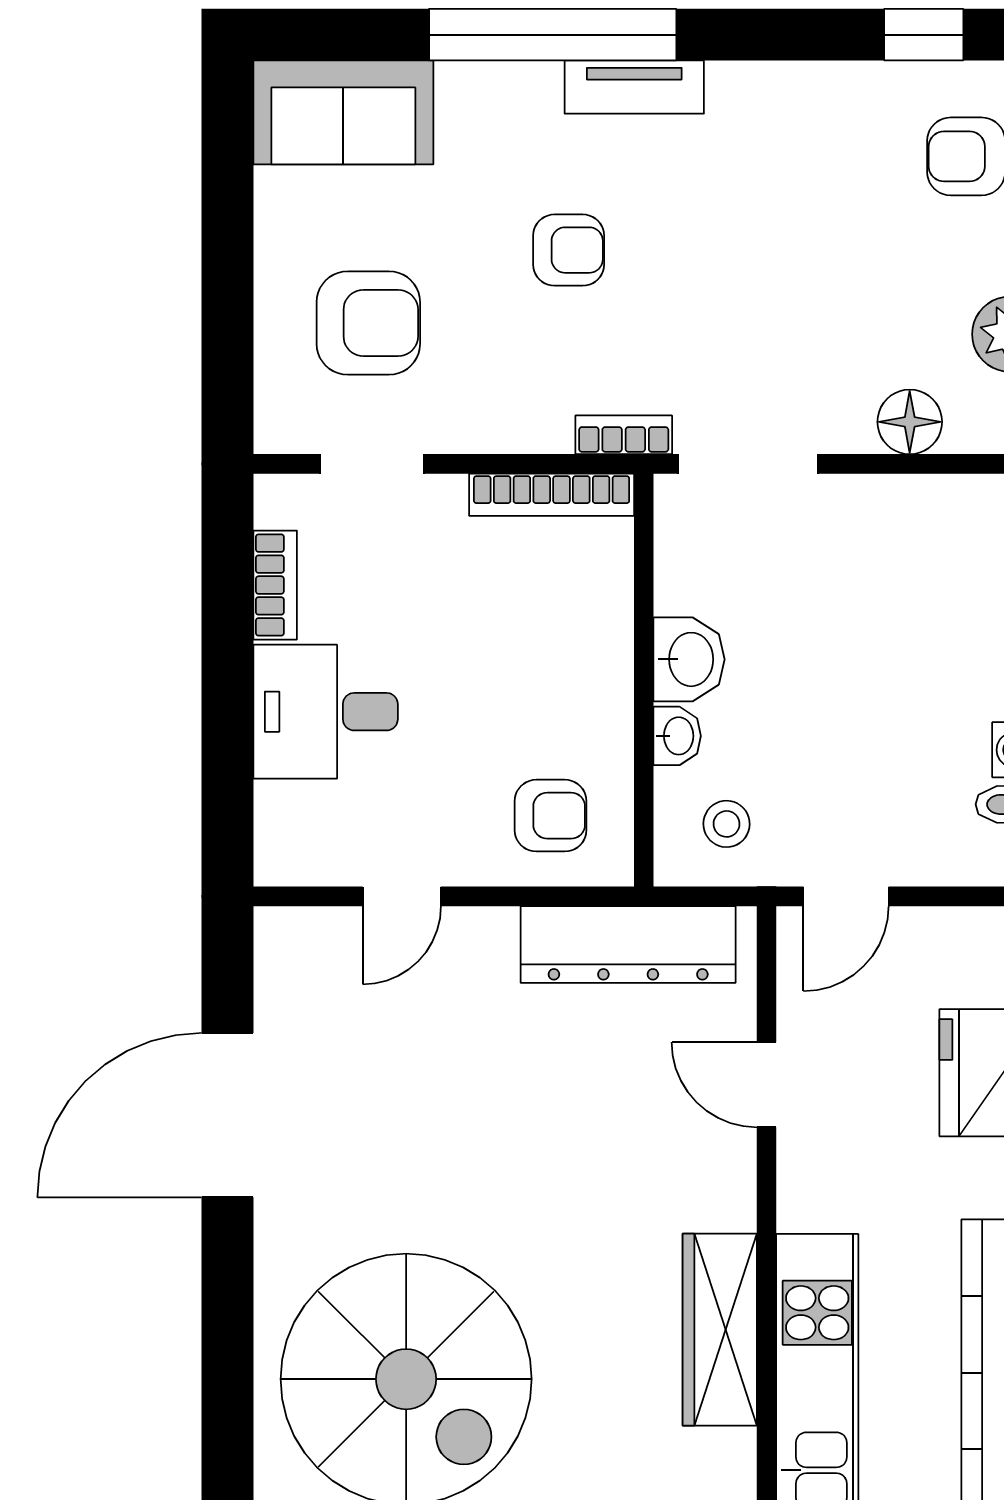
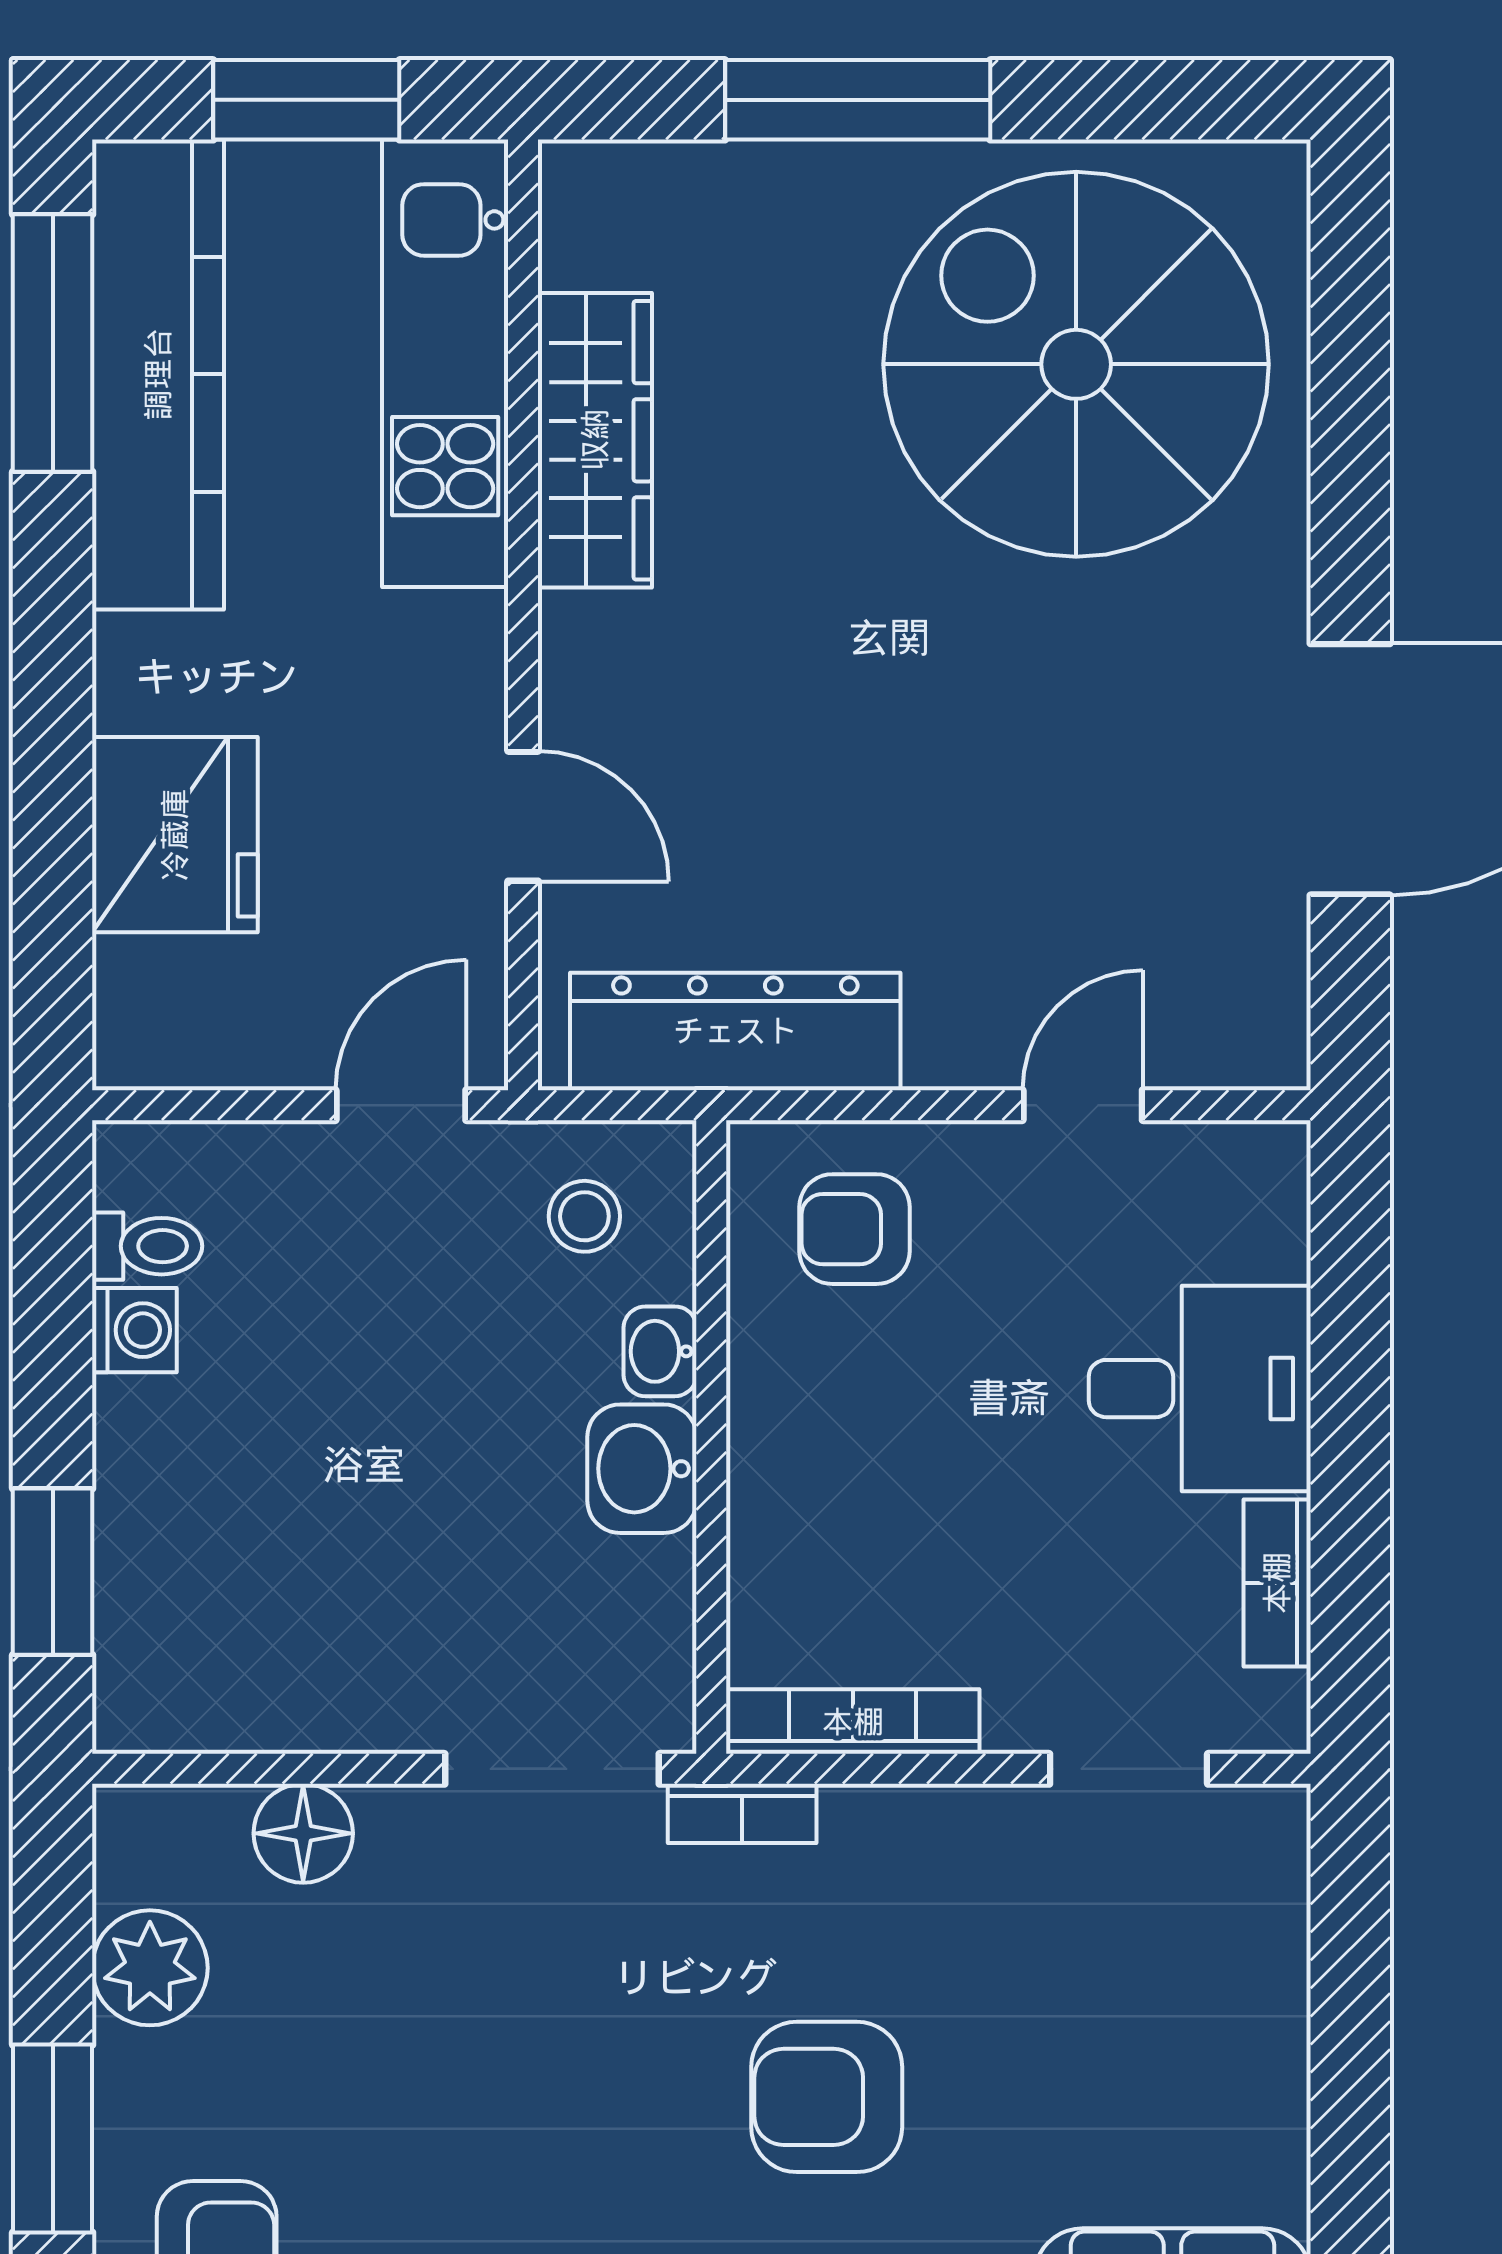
armchair: (569, 250) -> (827, 2097), width x1.38, depth x1.38
armchair: (368, 323) -> (1134, 1985), removed

